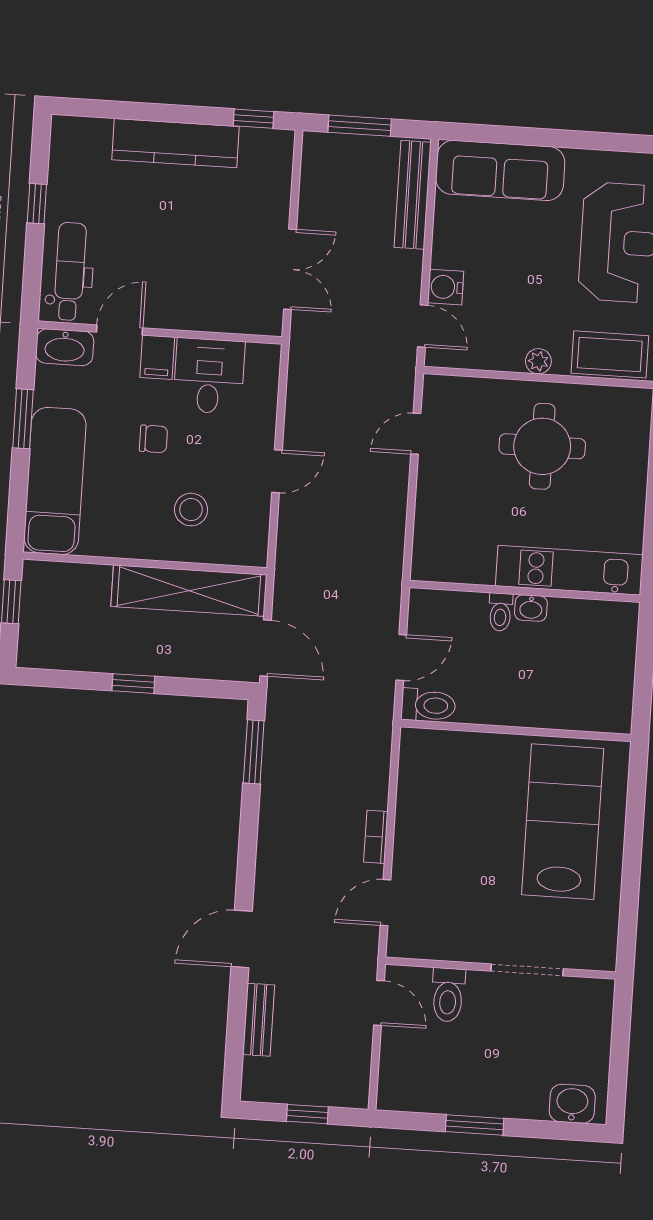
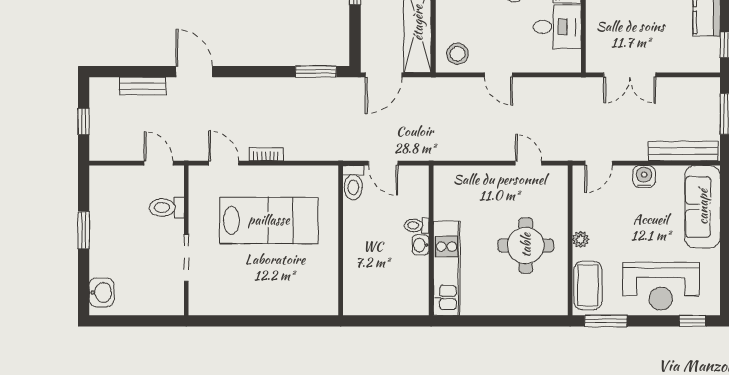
water cooler: (446, 287) -> (644, 176), moved
stool: (191, 510) -> (457, 54), moved
lab bench: (563, 822) -> (269, 220), moved
door: (379, 1003) -> (159, 163), swing flipped

